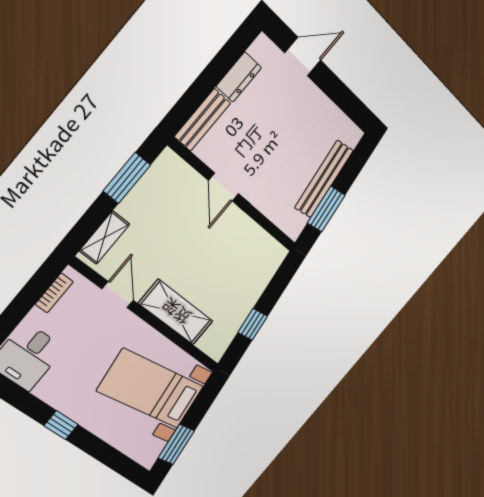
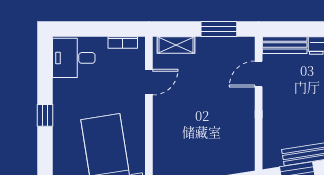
door: (224, 187) -> (259, 74), moved
shelving: (176, 312) -> (165, 129), removed

